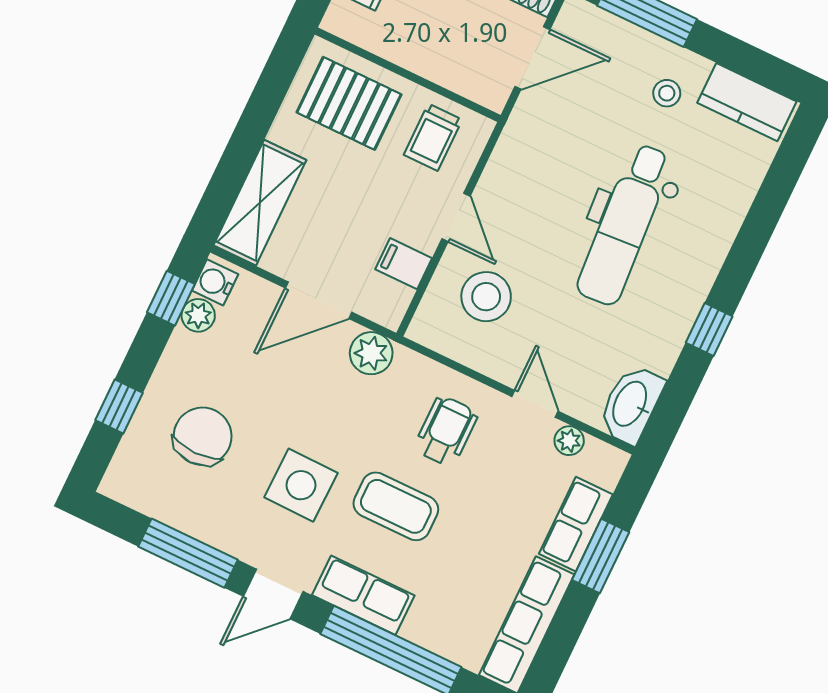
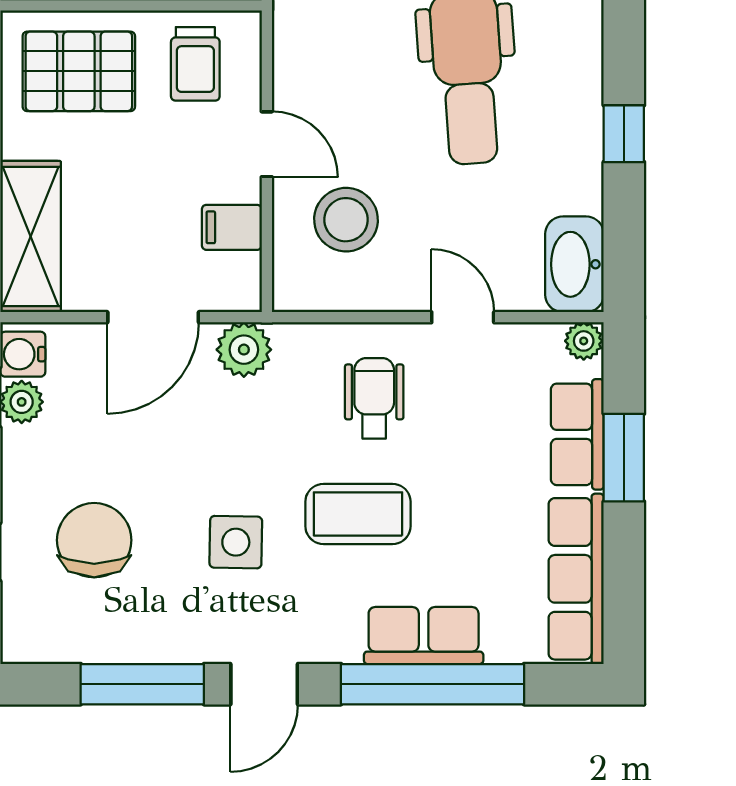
plant: (569, 441) -> (584, 341), moved
side table: (301, 485) -> (236, 542), width x0.73, depth x0.73
row of seats: (363, 595) -> (424, 636), moved

